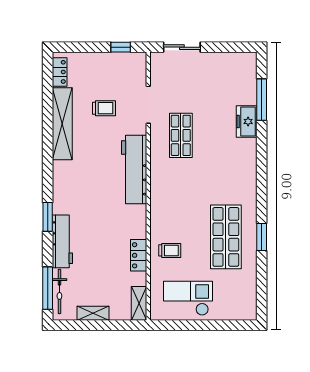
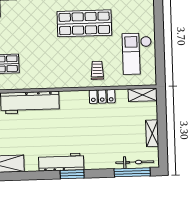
workbench: (62, 241) -> (61, 162), moved

